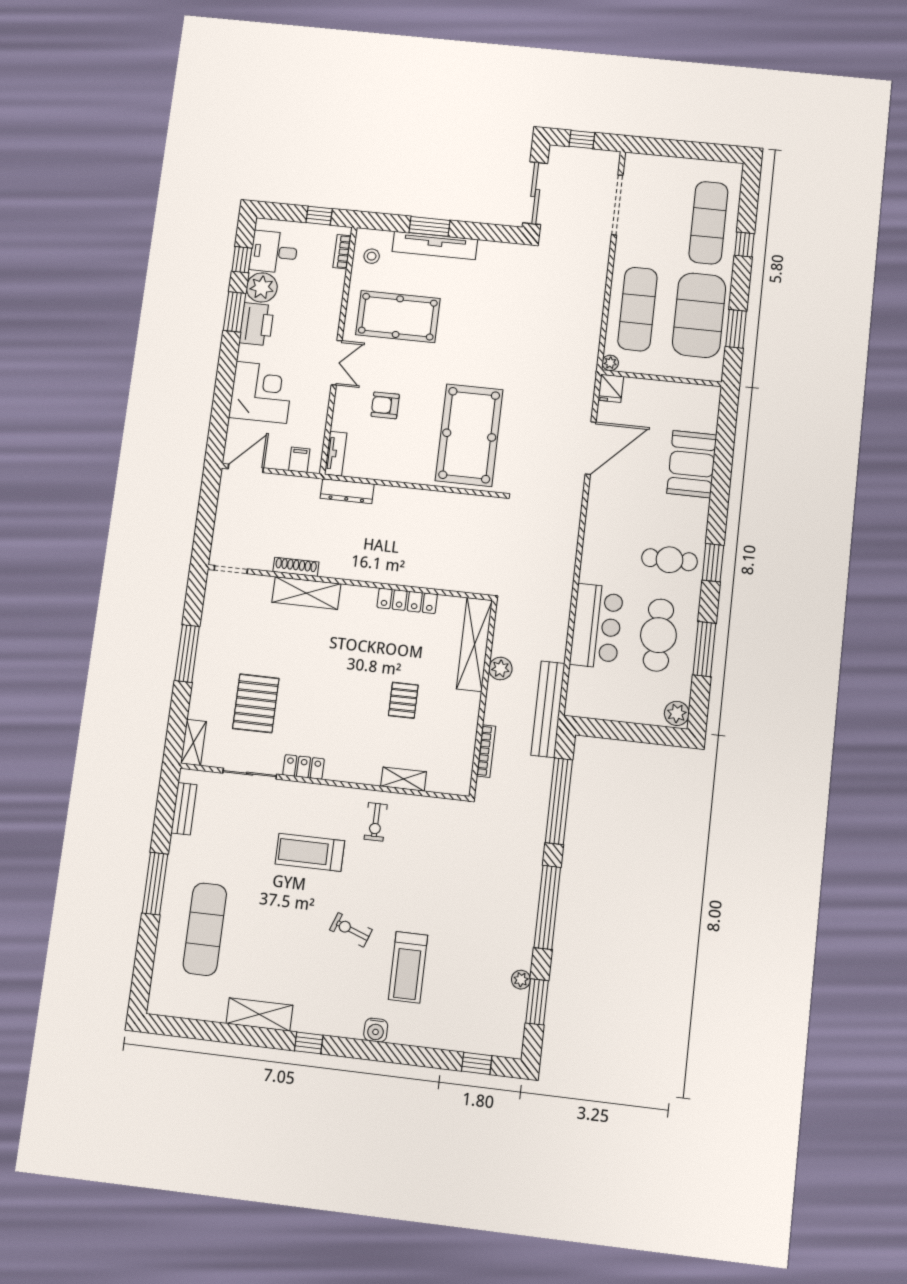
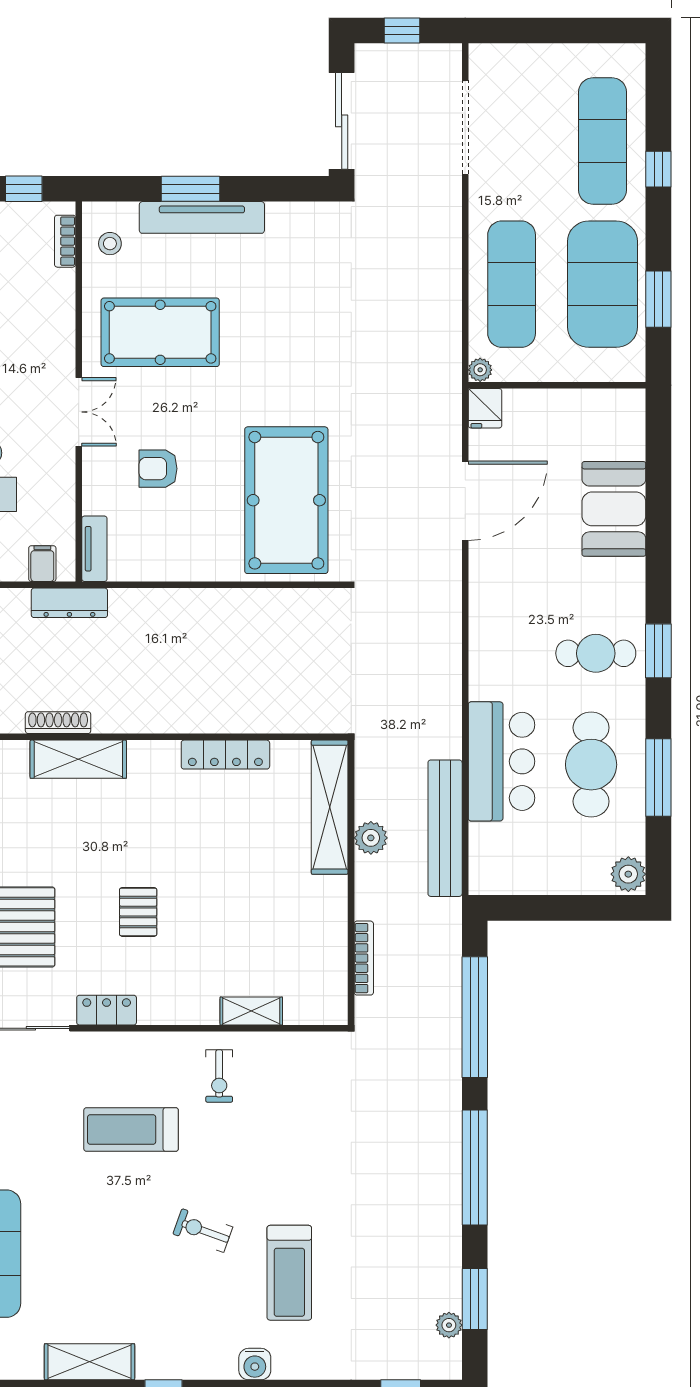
dresser: (347, 491) -> (69, 603), moved
pallet: (403, 700) -> (138, 912), moved
bench: (548, 709) -> (445, 828), moved
plant: (521, 980) -> (449, 1325), moved

